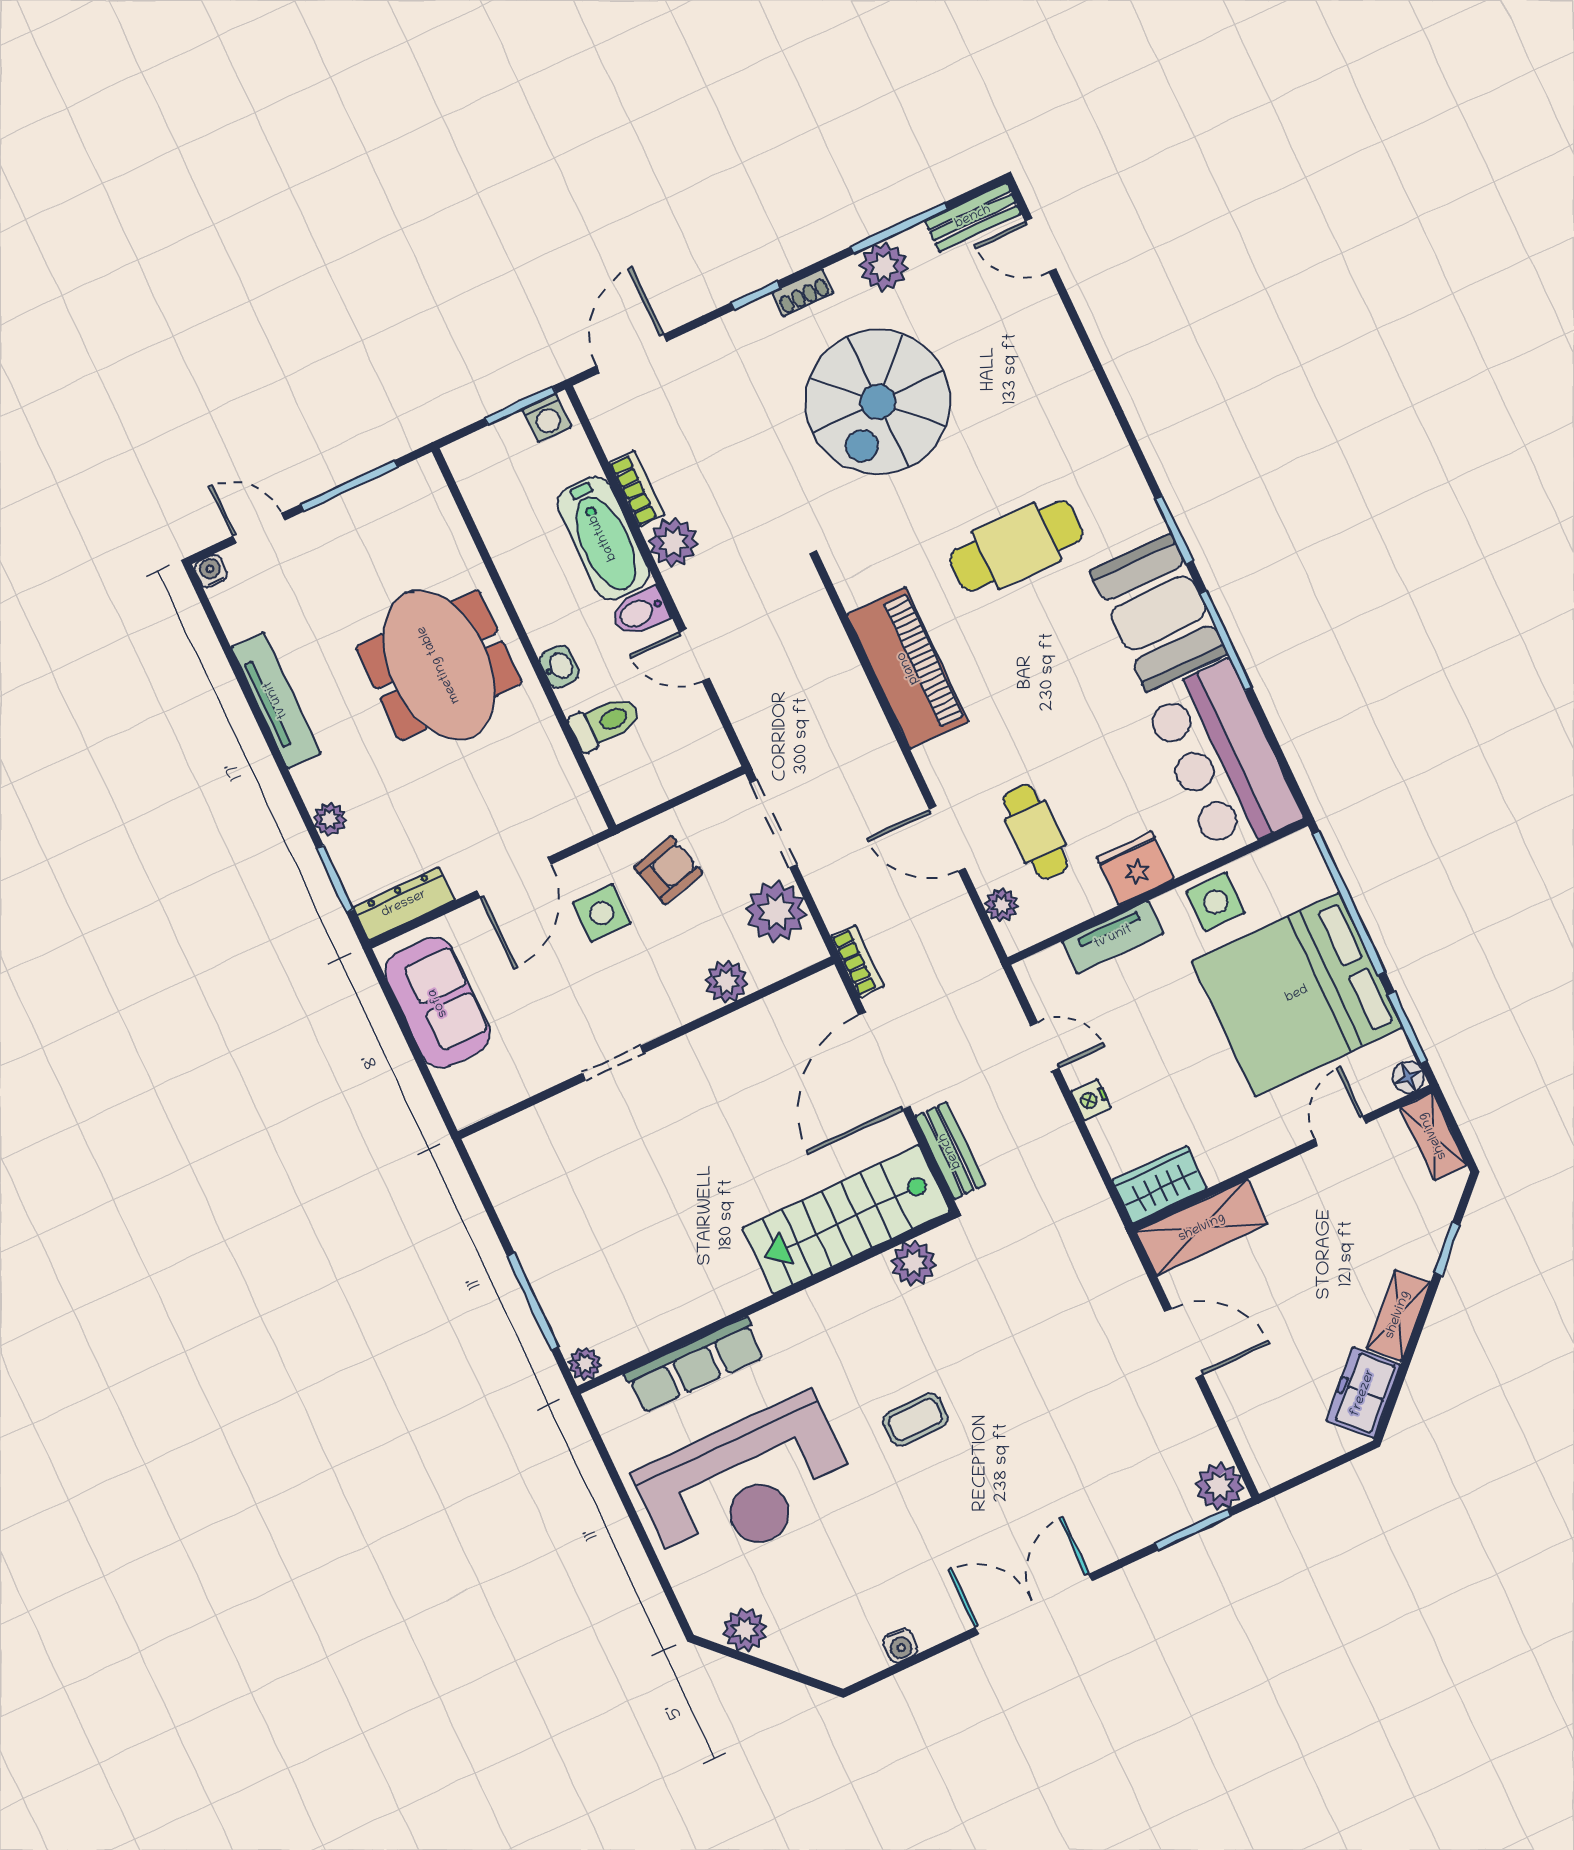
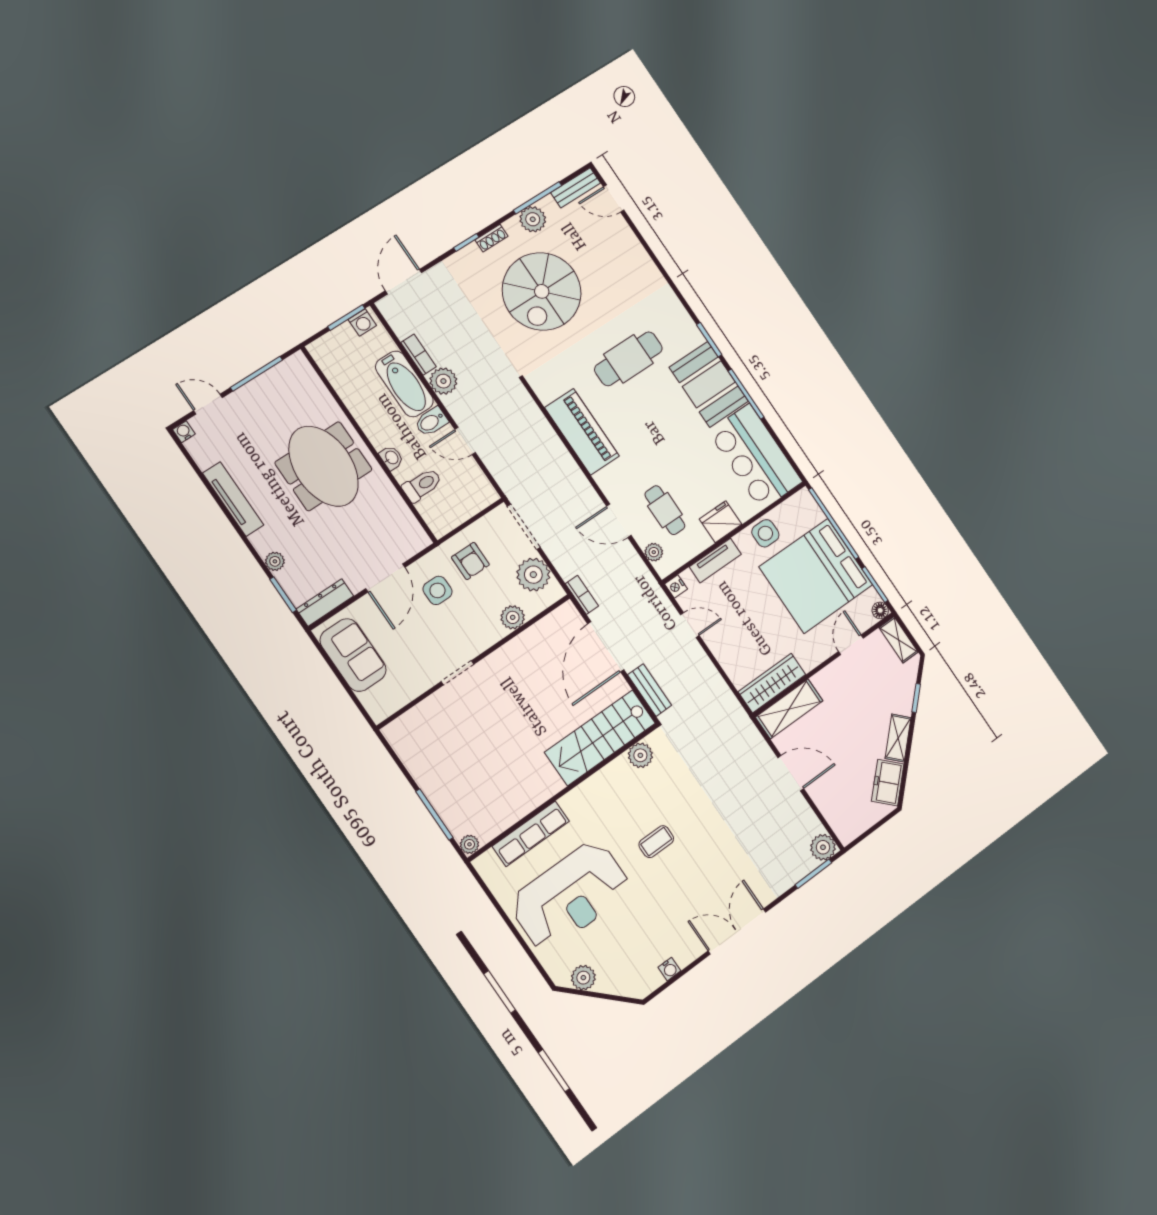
armchair: (668, 870) -> (470, 561), turned 105
nightstand: (1091, 1100) -> (676, 586), moved
wardrobe: (1160, 1185) -> (772, 683), width x1.50

